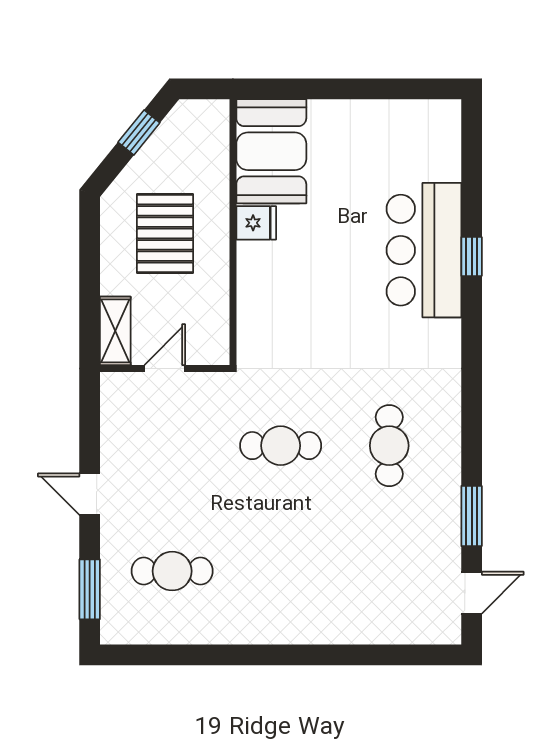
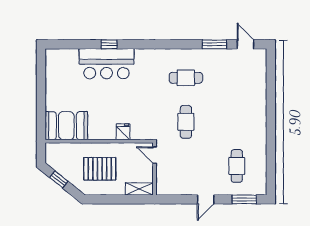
fridge: (256, 223) -> (123, 132), moved
door: (165, 369) -> (155, 155), moved

